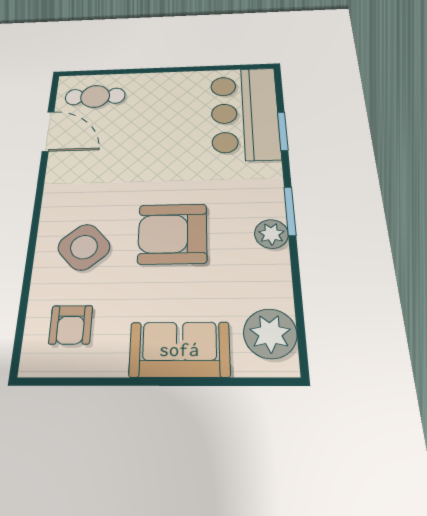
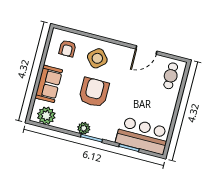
door: (48, 131) -> (146, 50), moved
armchair: (71, 325) -> (67, 48), turned -90

